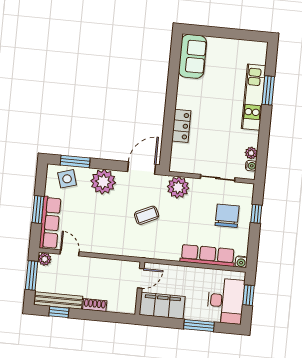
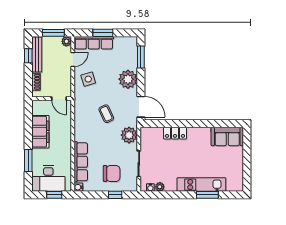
side table: (67, 179) -> (88, 79), moved
door: (141, 278) -> (59, 99), moved
wall: (140, 288) -> (52, 99), moved

